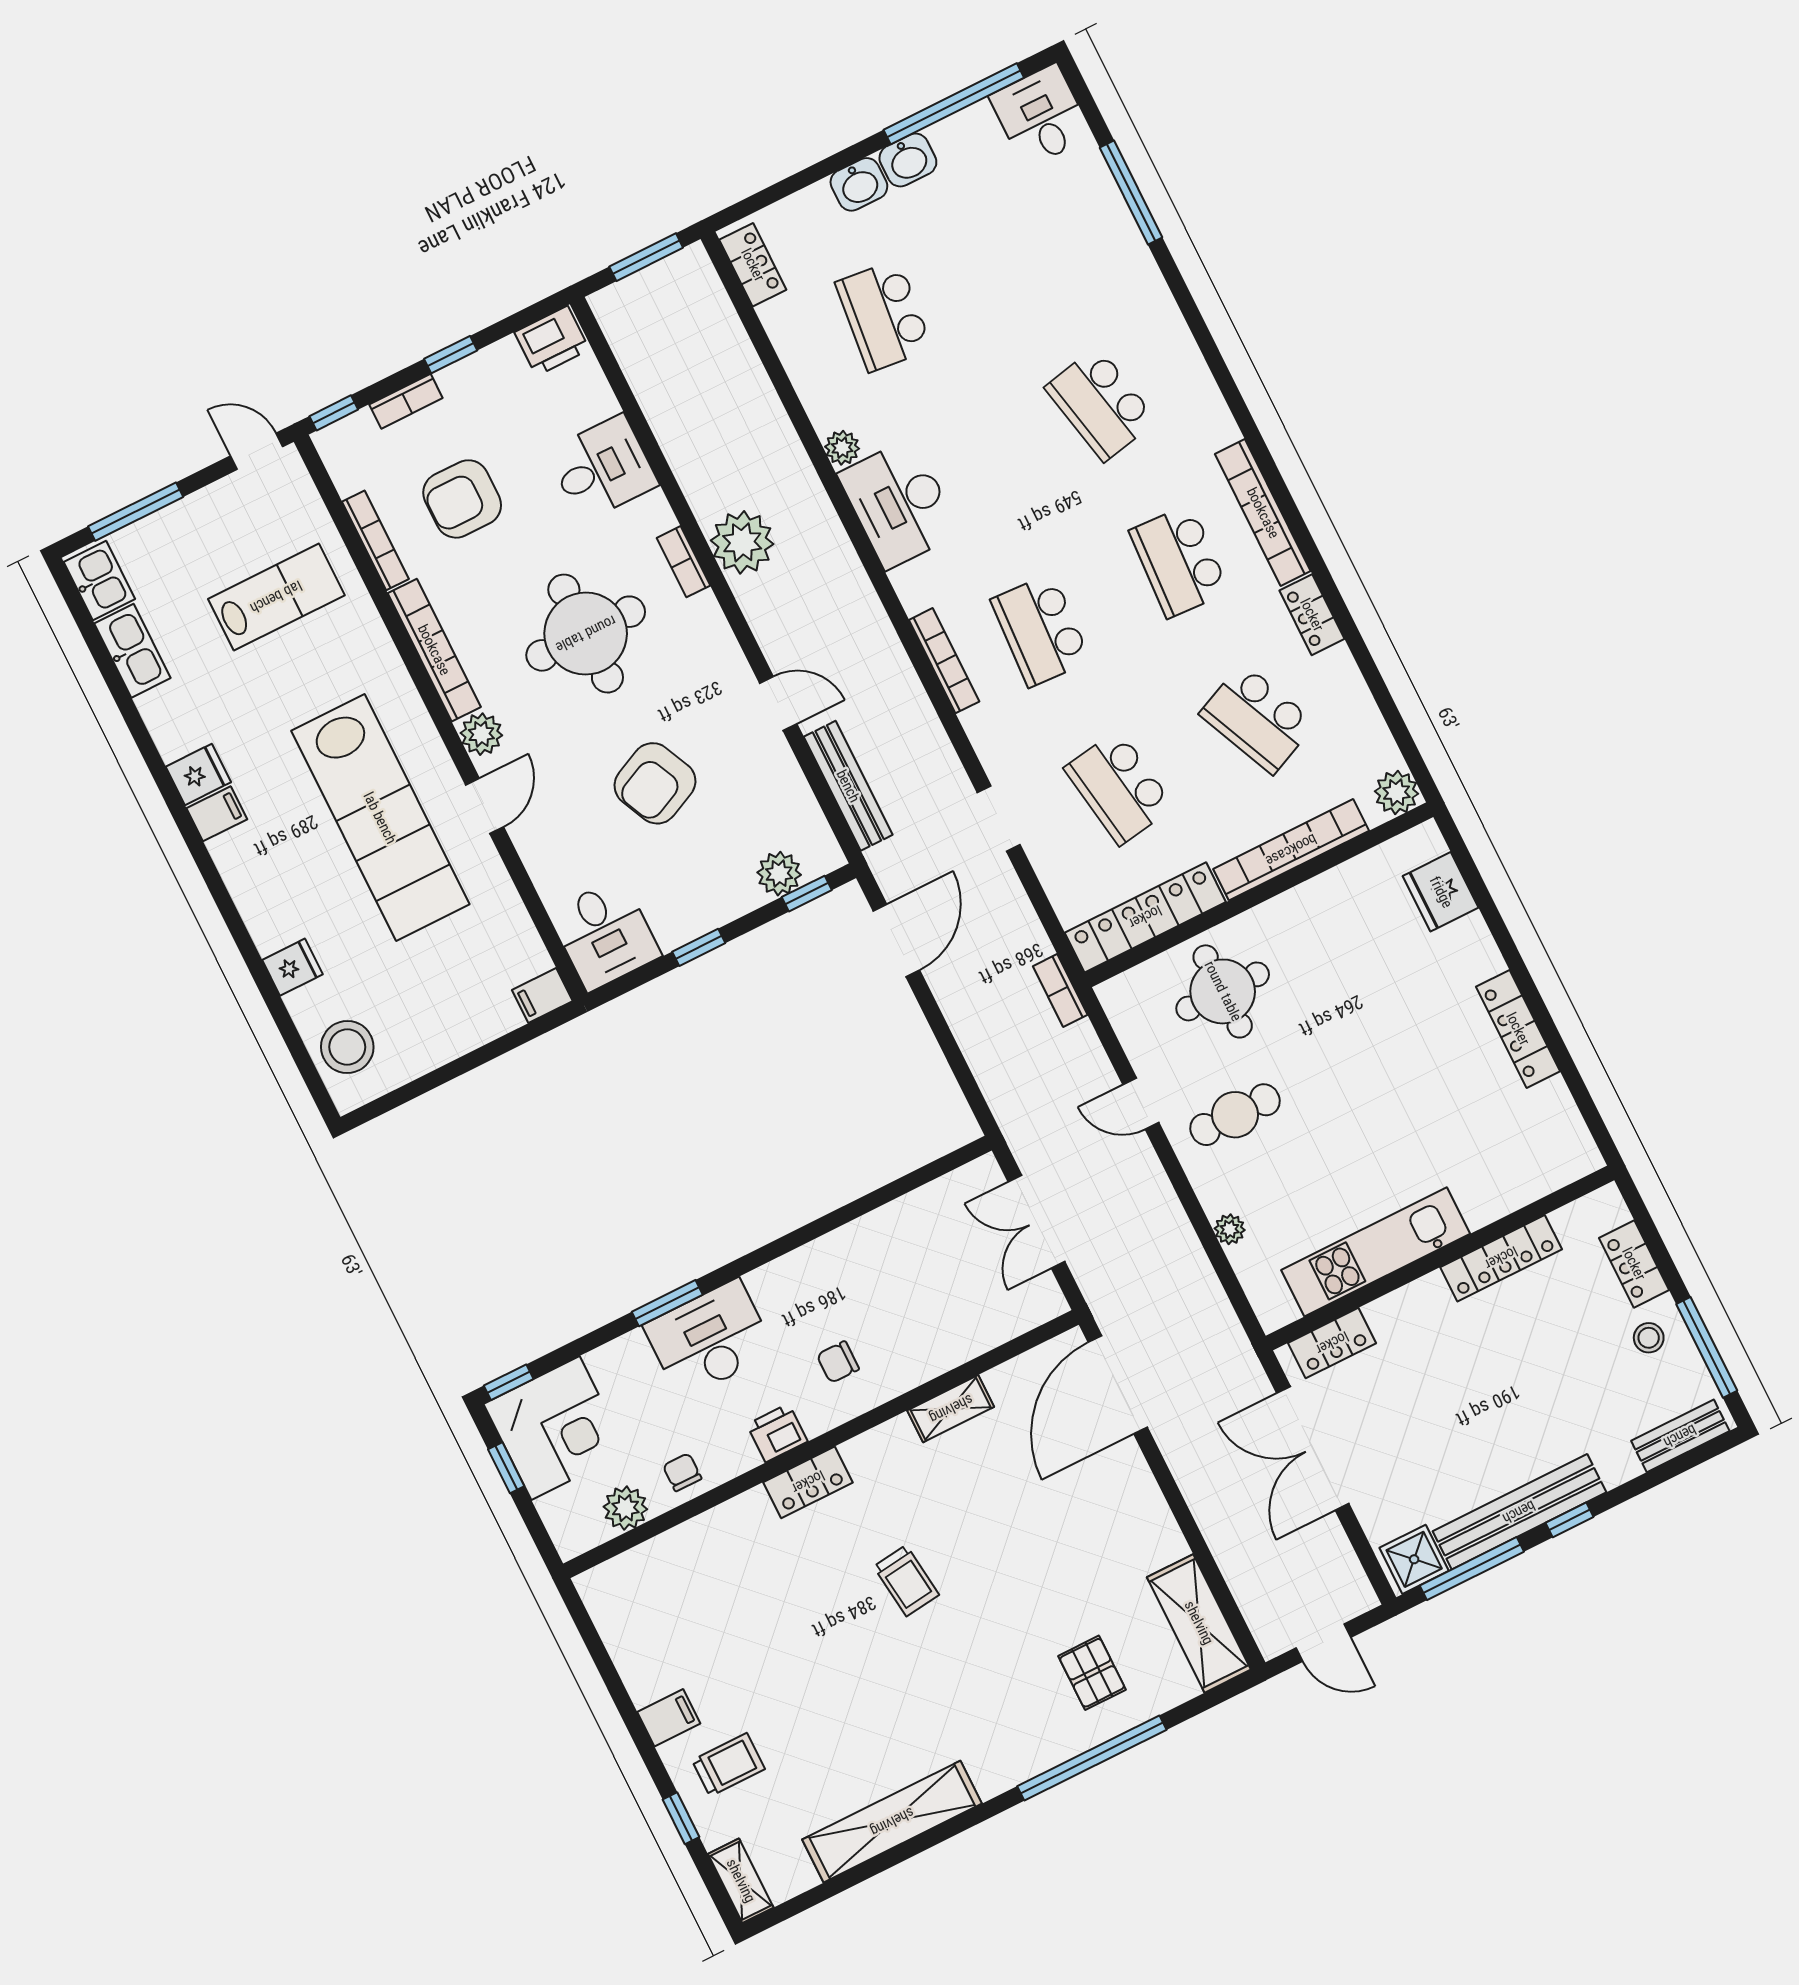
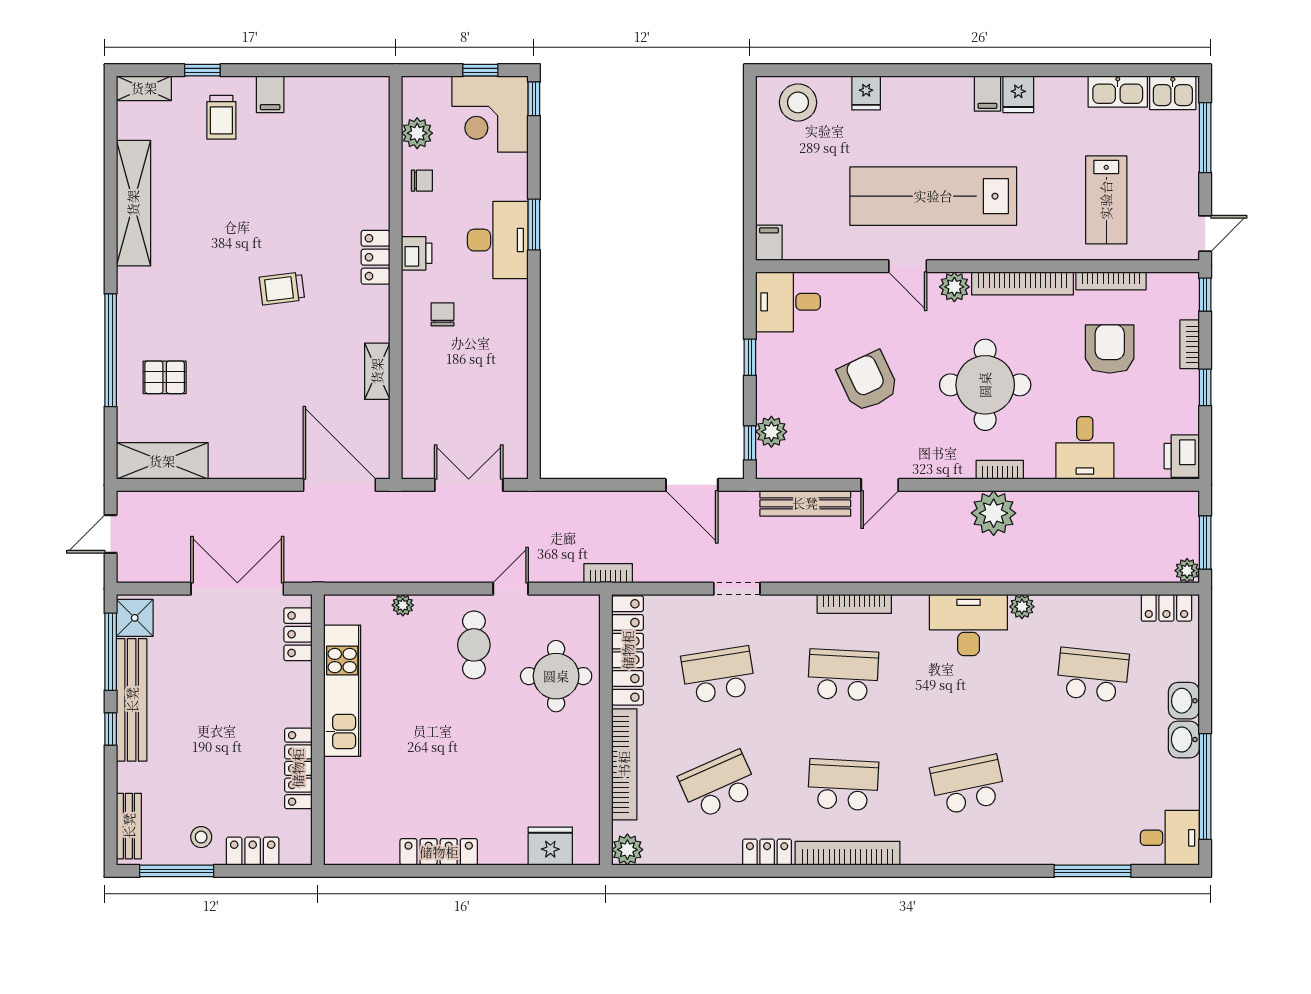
plant: (693, 262) -> (1187, 571), added

